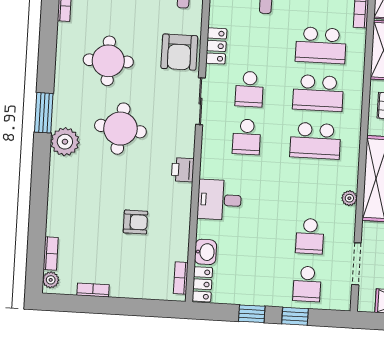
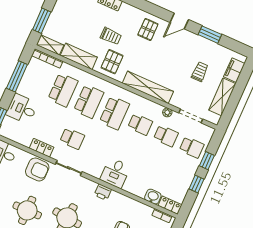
school desk: (247, 137) -> (140, 124), moved
plant: (349, 198) -> (167, 112), moved
desk: (219, 200) -> (115, 173), moved

